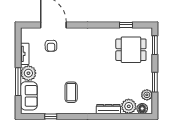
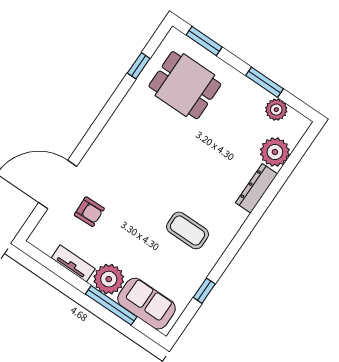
dining table: (131, 50) -> (185, 85), turned 90
floor lamp: (142, 109) -> (294, 132), removed

